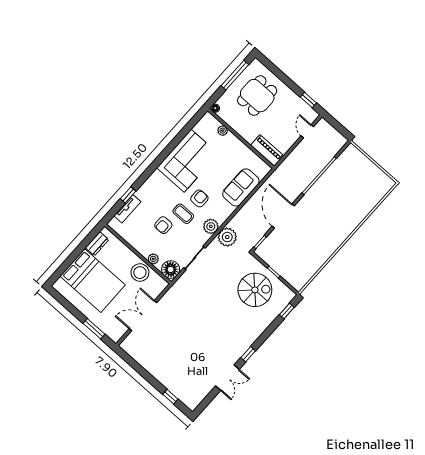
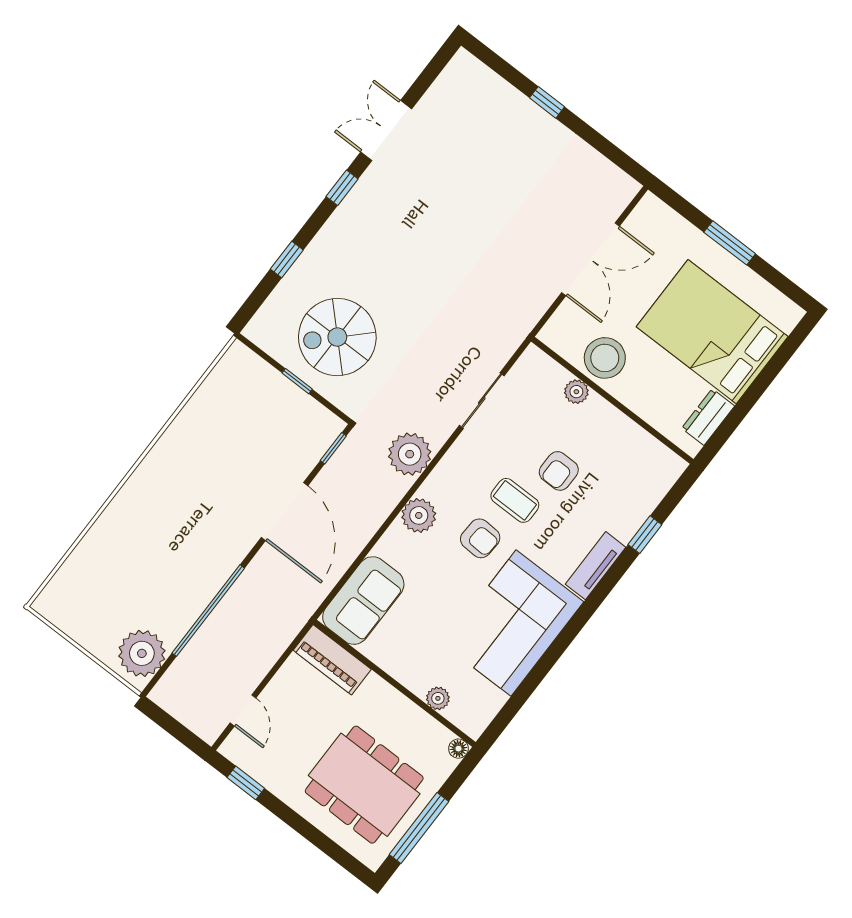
dining table: (257, 96) -> (364, 785), width x1.38
plant: (349, 159) -> (142, 653), added
sofa: (241, 187) -> (363, 601), moved
armchair: (199, 198) -> (480, 538), turned -87
tv unit: (127, 209) -> (596, 566), moved
armchair: (163, 225) -> (559, 471), turned 180
plant: (211, 226) -> (419, 515), moved
floor lamp: (171, 269) -> (535, 370), removed
window: (287, 311) -> (287, 260), moved
window: (94, 329) -> (730, 243), moved
window: (170, 397) -> (547, 102), moved

